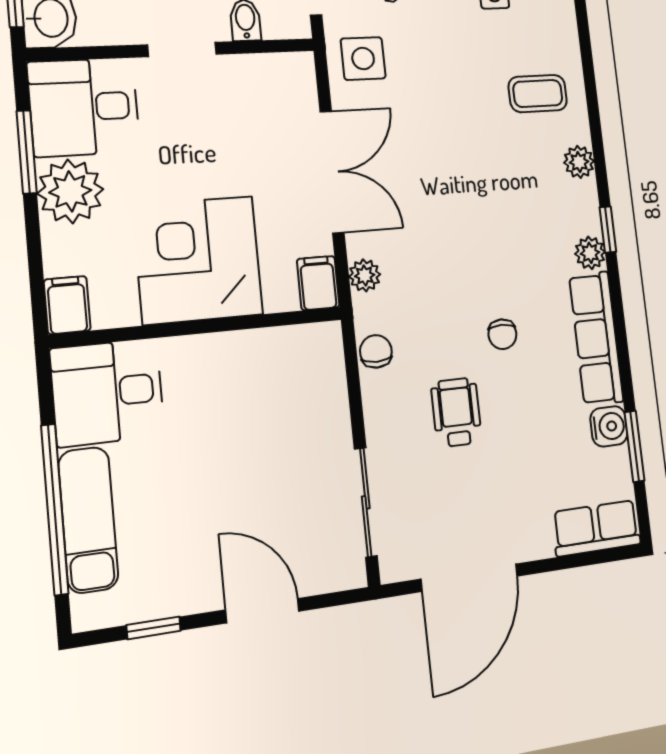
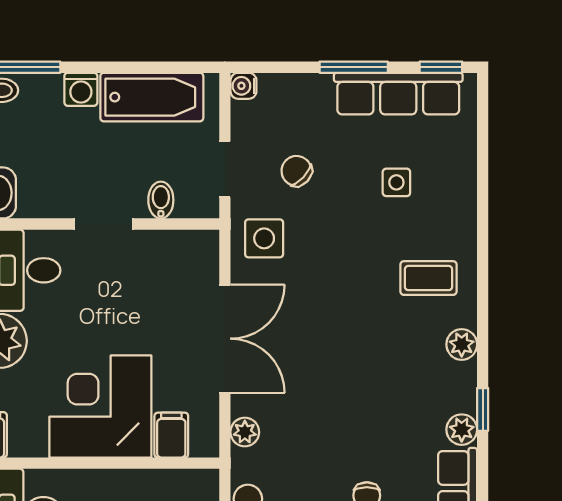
filing cabinet: (318, 283) -> (171, 435), moved

